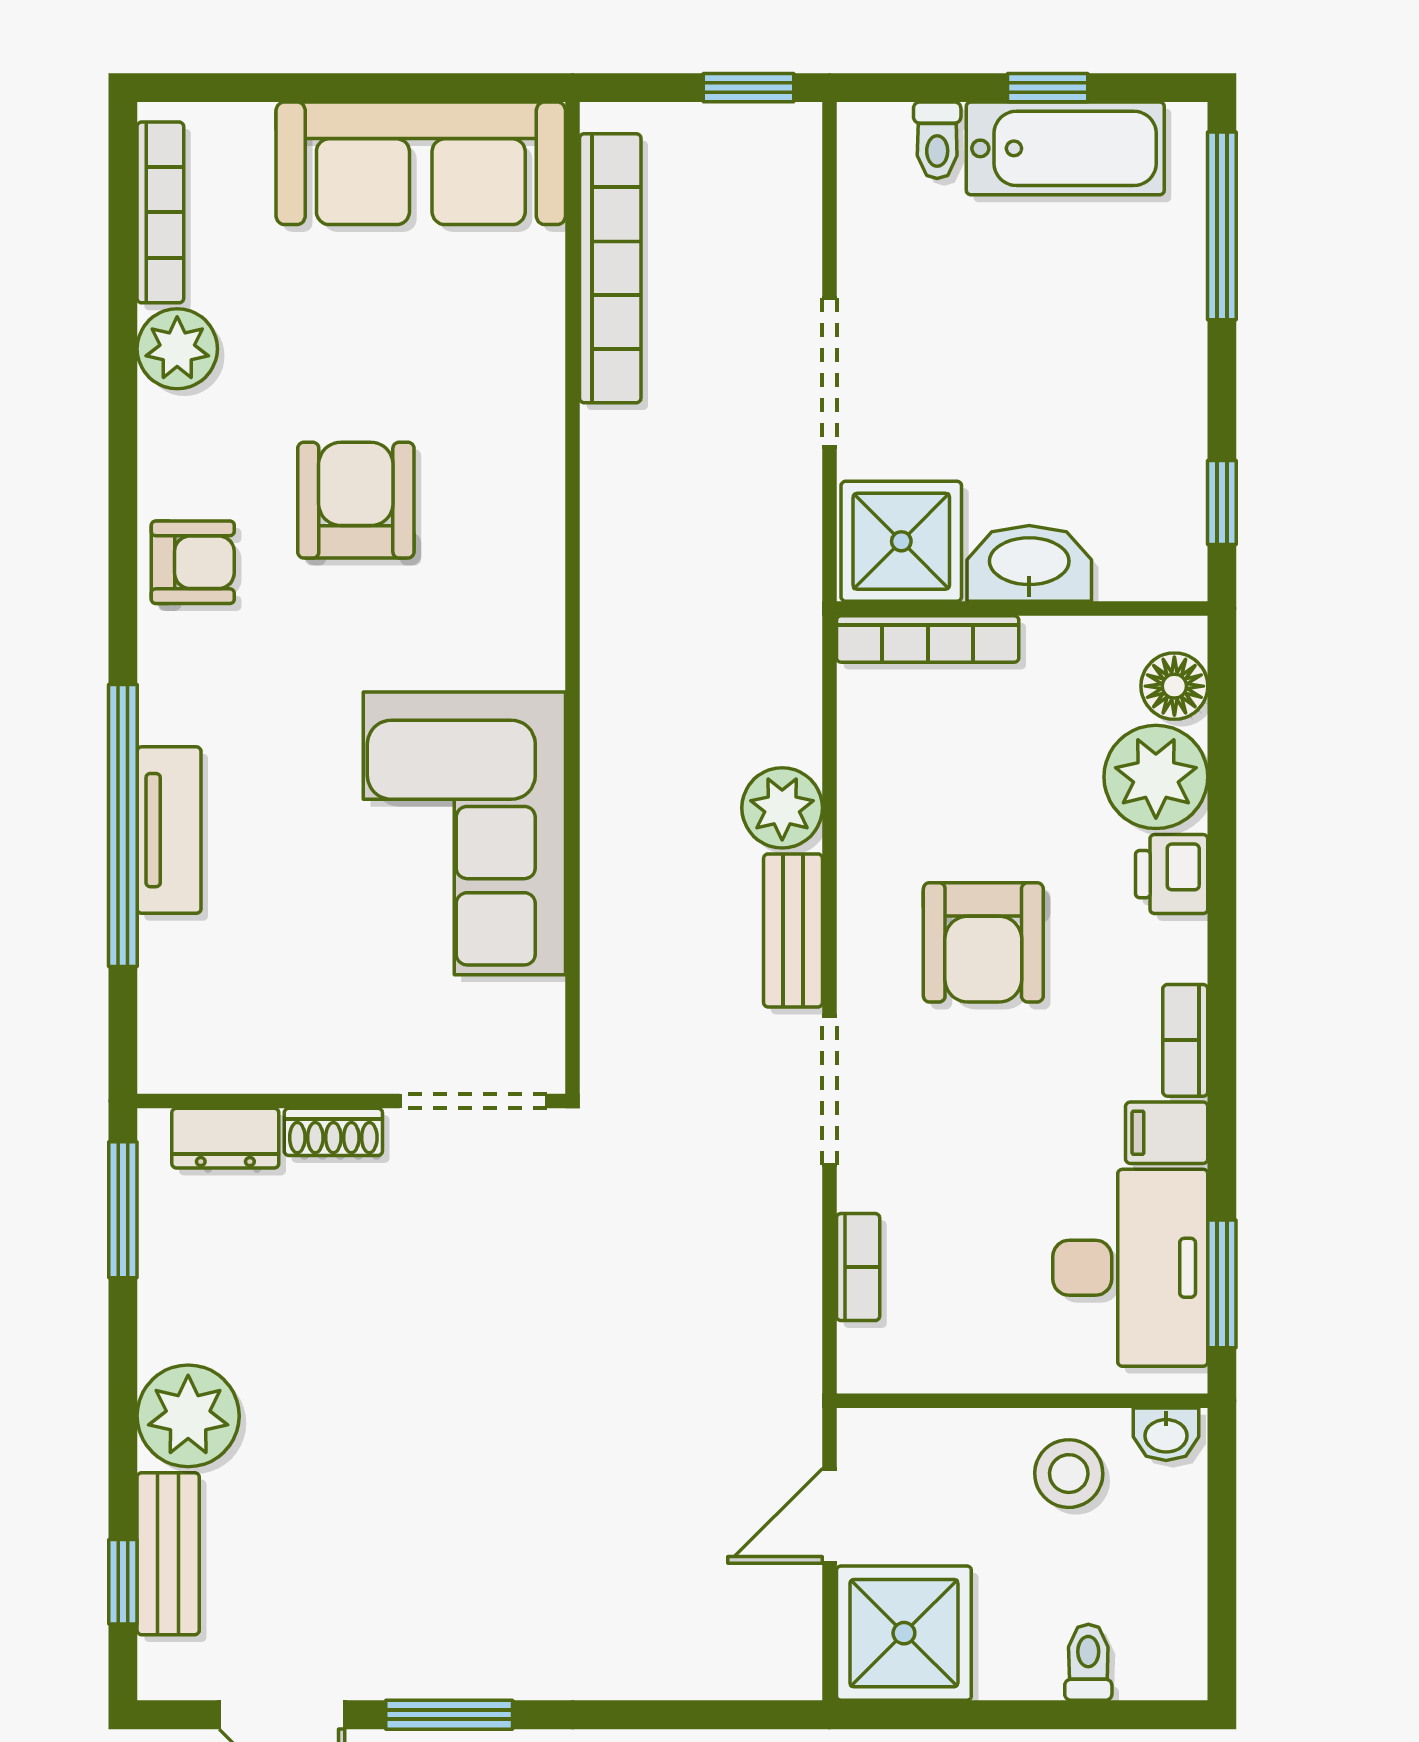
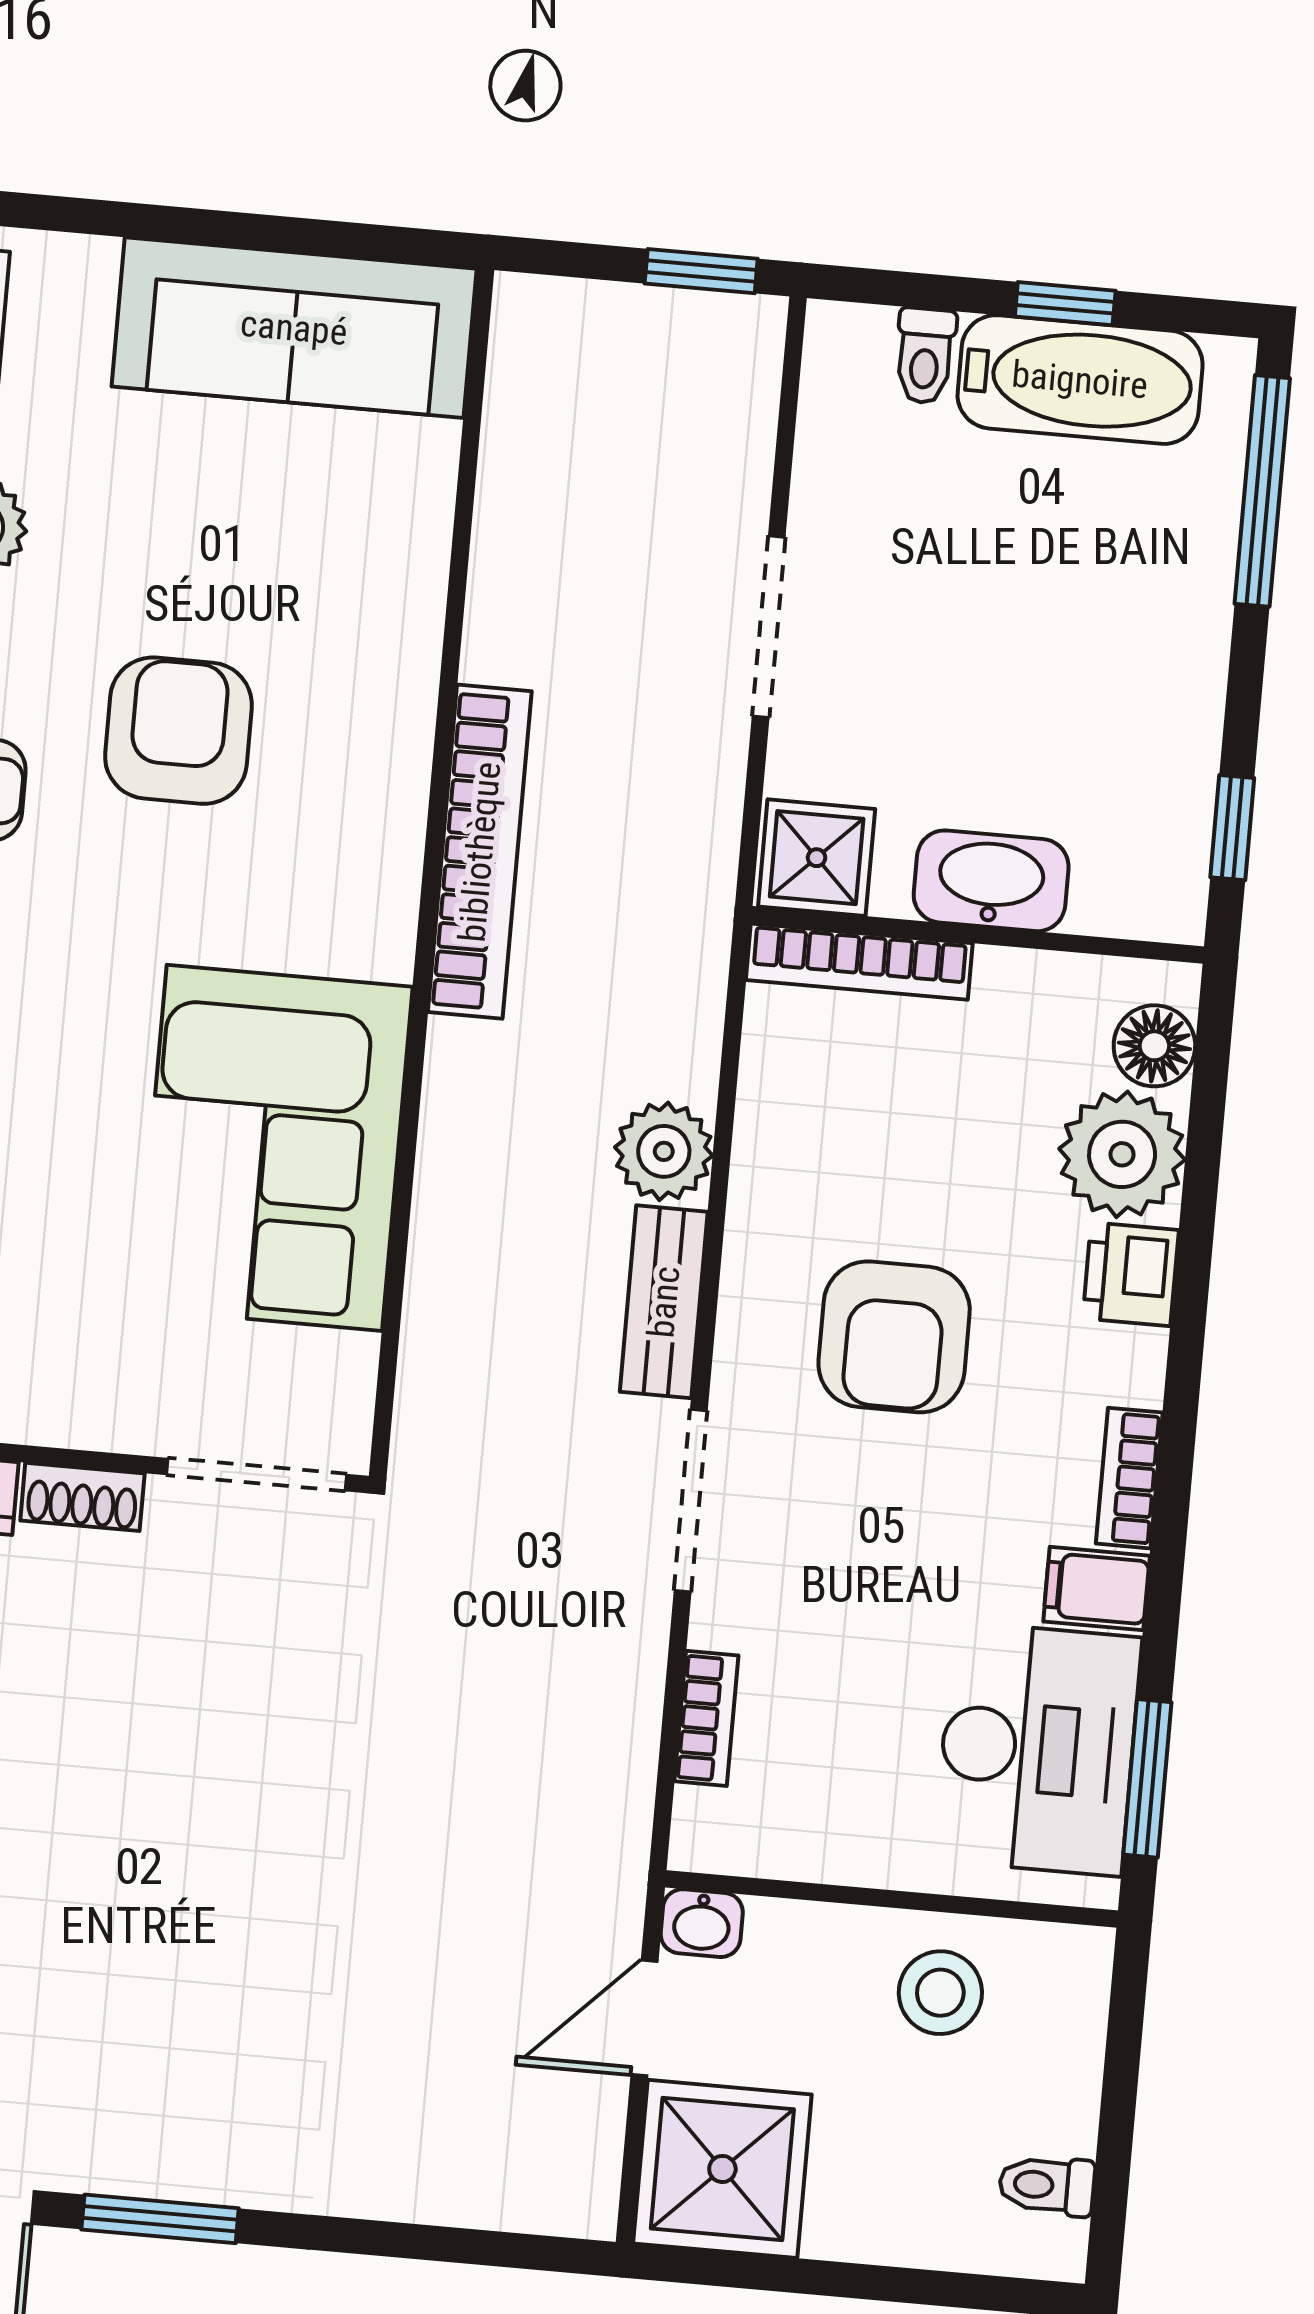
bookcase: (610, 268) -> (480, 852), moved
shower: (901, 541) -> (817, 858), width x0.73, depth x0.73
washbasin: (1166, 1434) -> (702, 1923), moved
toilet: (1088, 1662) -> (1047, 2185), moved, turned -90

